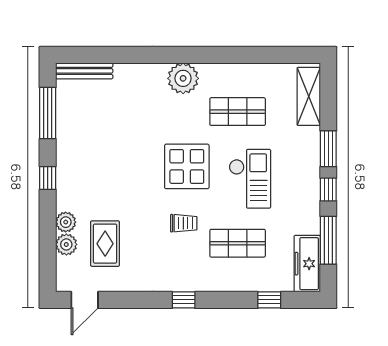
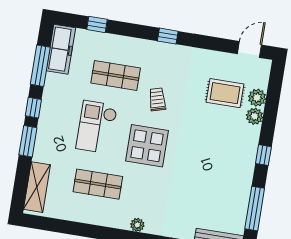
plant: (183, 78) -> (137, 225), width x0.53, depth x0.53
trolley: (184, 223) -> (157, 99), turned 74
rug: (105, 244) -> (225, 93), turned 90

